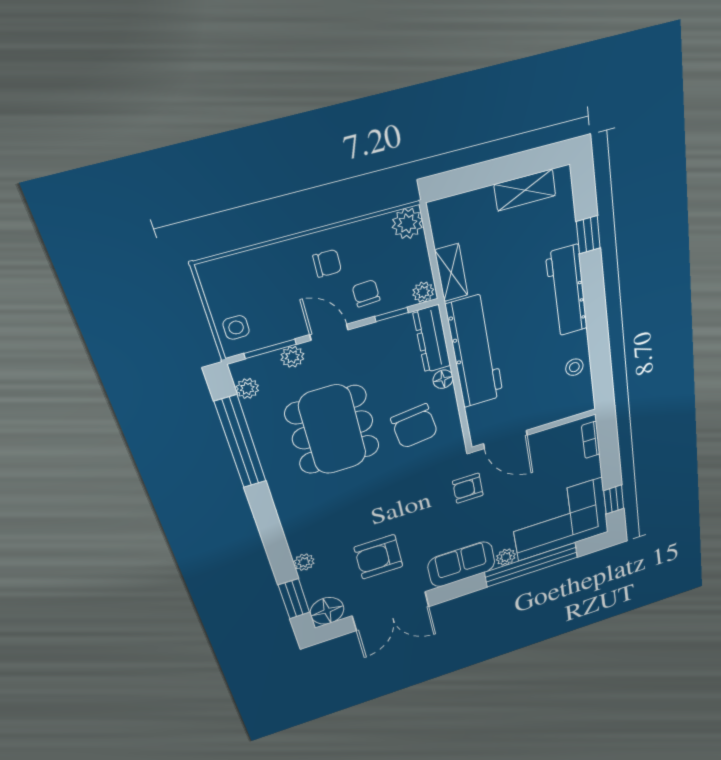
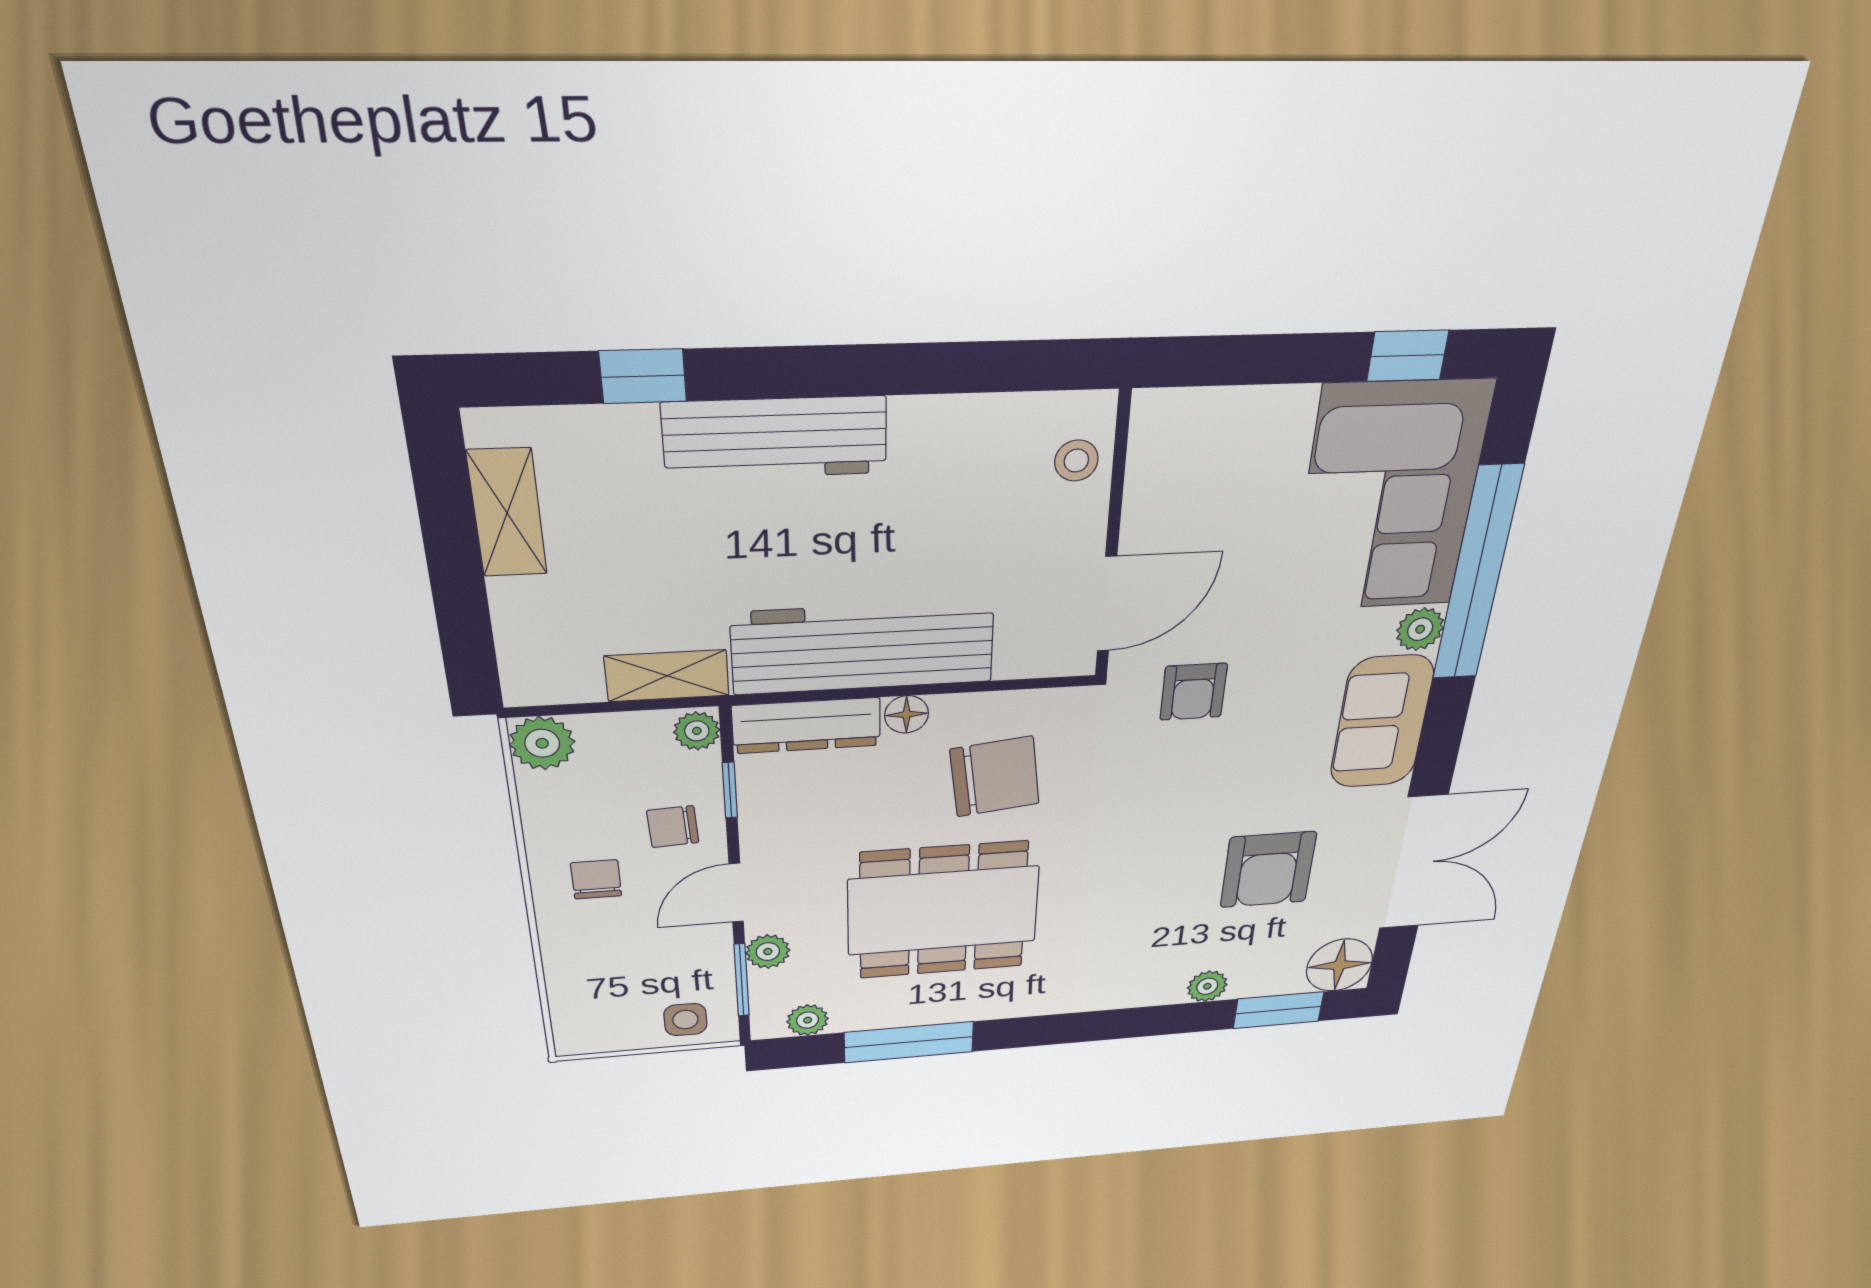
stool: (574, 367) -> (1076, 461), moved
bookcase: (591, 440) -> (1201, 406), removed
window: (241, 442) -> (909, 1042), width x0.68

